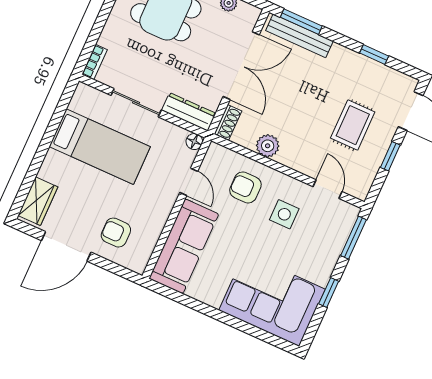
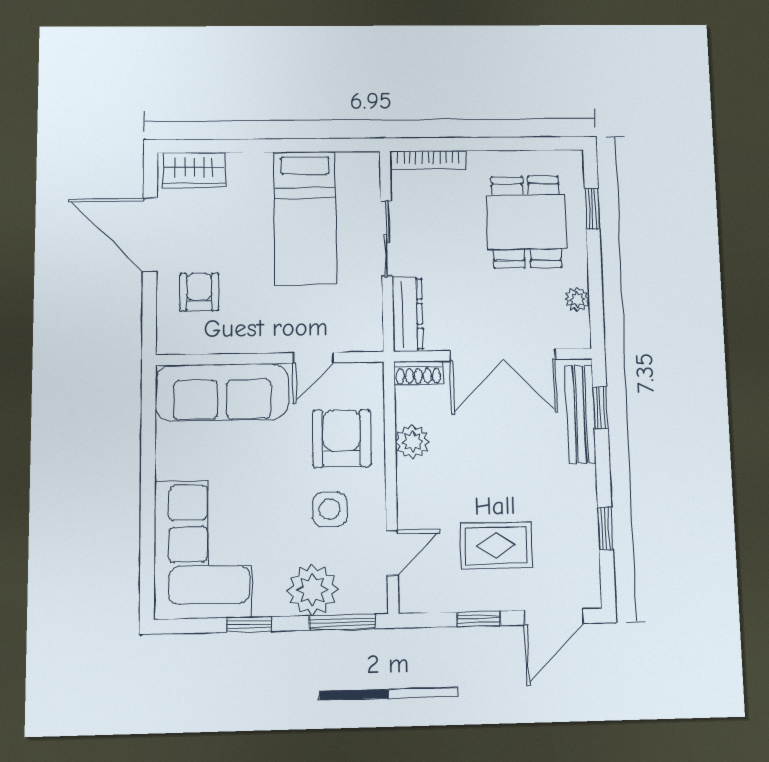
window: (301, 22) -> (600, 408), width x0.67
bookcase: (95, 62) -> (428, 160), width x1.56
floor lamp: (194, 142) -> (371, 340), removed
armchair: (245, 187) -> (342, 438), width x1.38, depth x1.38
plant: (326, 246) -> (312, 590), added

